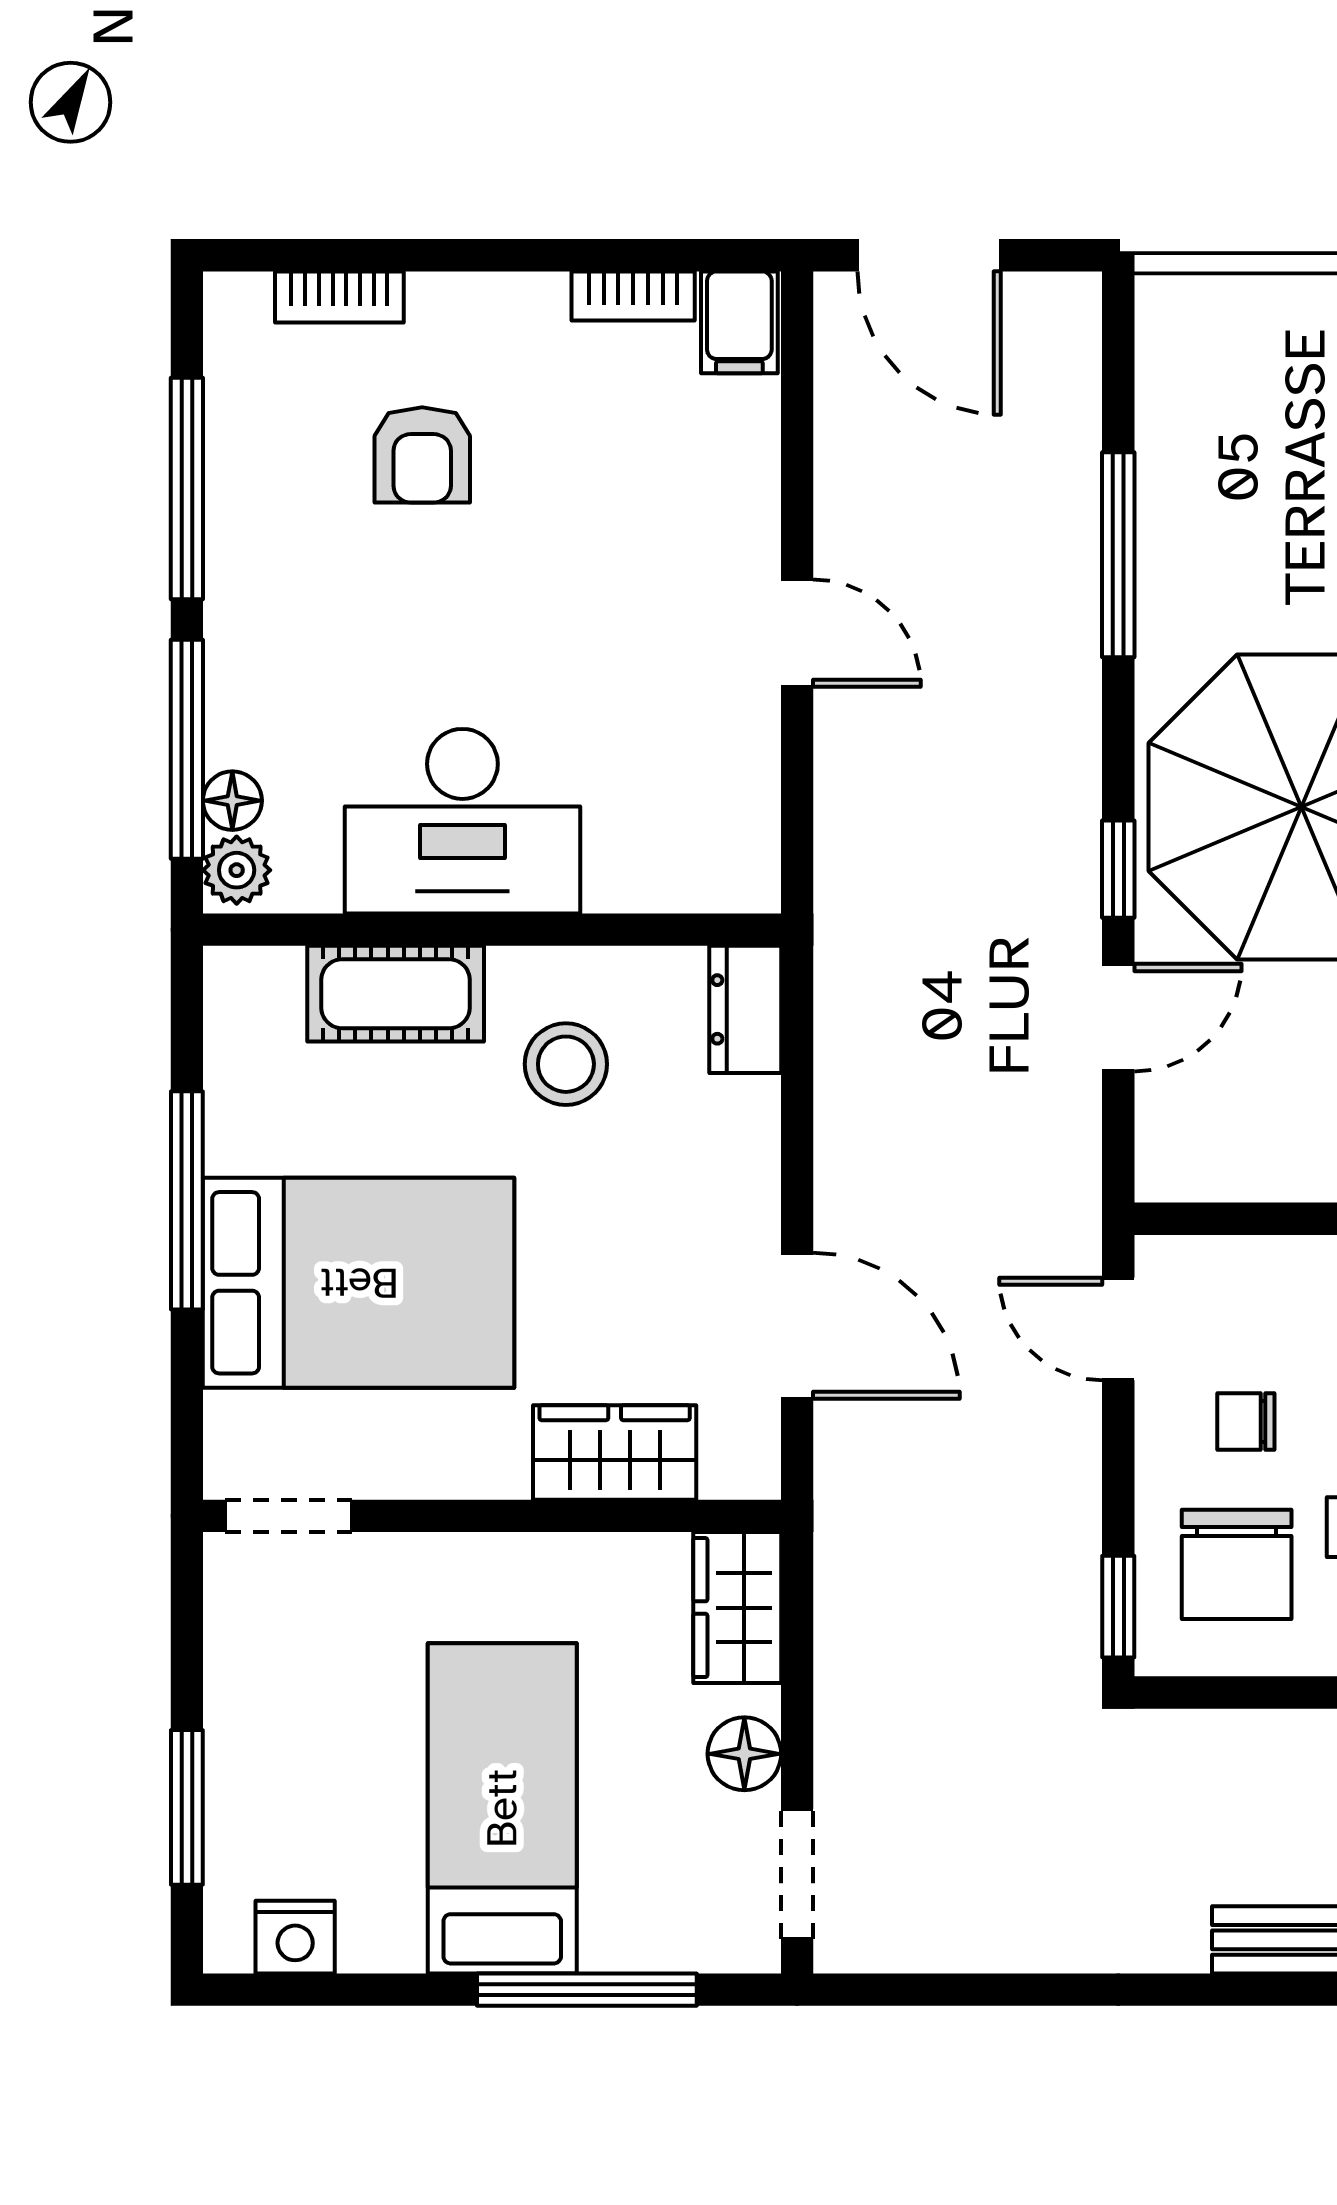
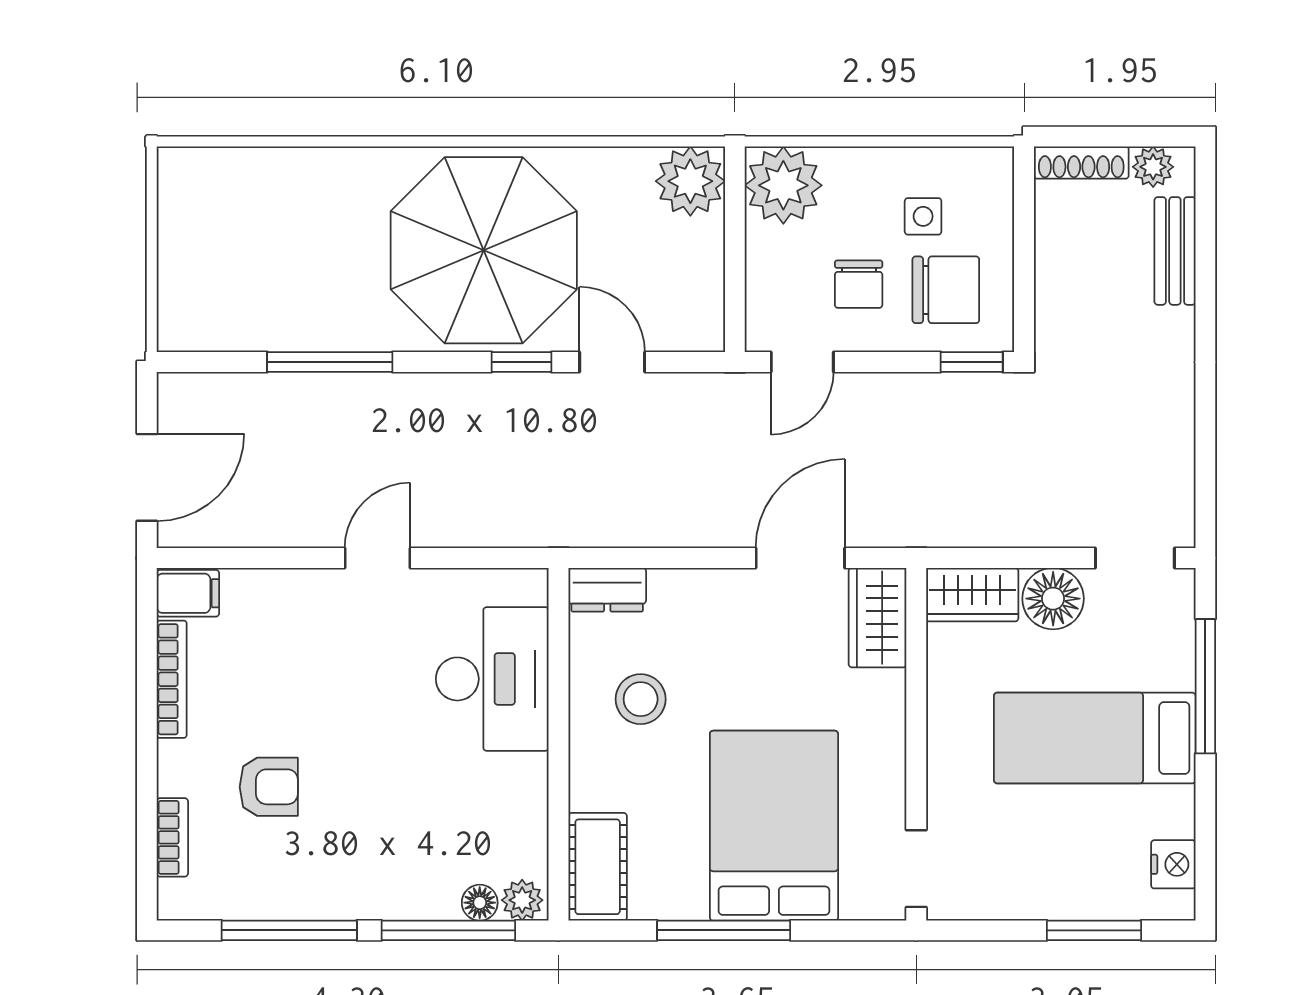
bookcase: (633, 296) -> (172, 679), width x1.56
desk: (462, 821) -> (492, 679), moved
cot: (396, 994) -> (598, 867), moved
chair: (1246, 1421) -> (859, 284), width x1.37, depth x1.37
wardrobe: (615, 1452) -> (878, 618), moved
floor lamp: (744, 1754) -> (1053, 599), width x1.38, depth x1.38

